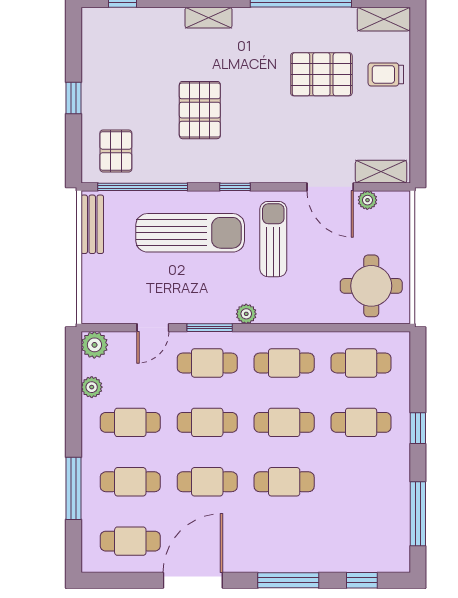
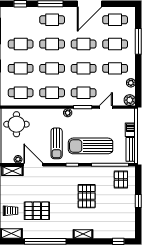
barbecue: (93, 272) -> (130, 130), added
cafe table: (361, 482) -> (21, 44), added
cafe table: (284, 541) -> (52, 20), added

